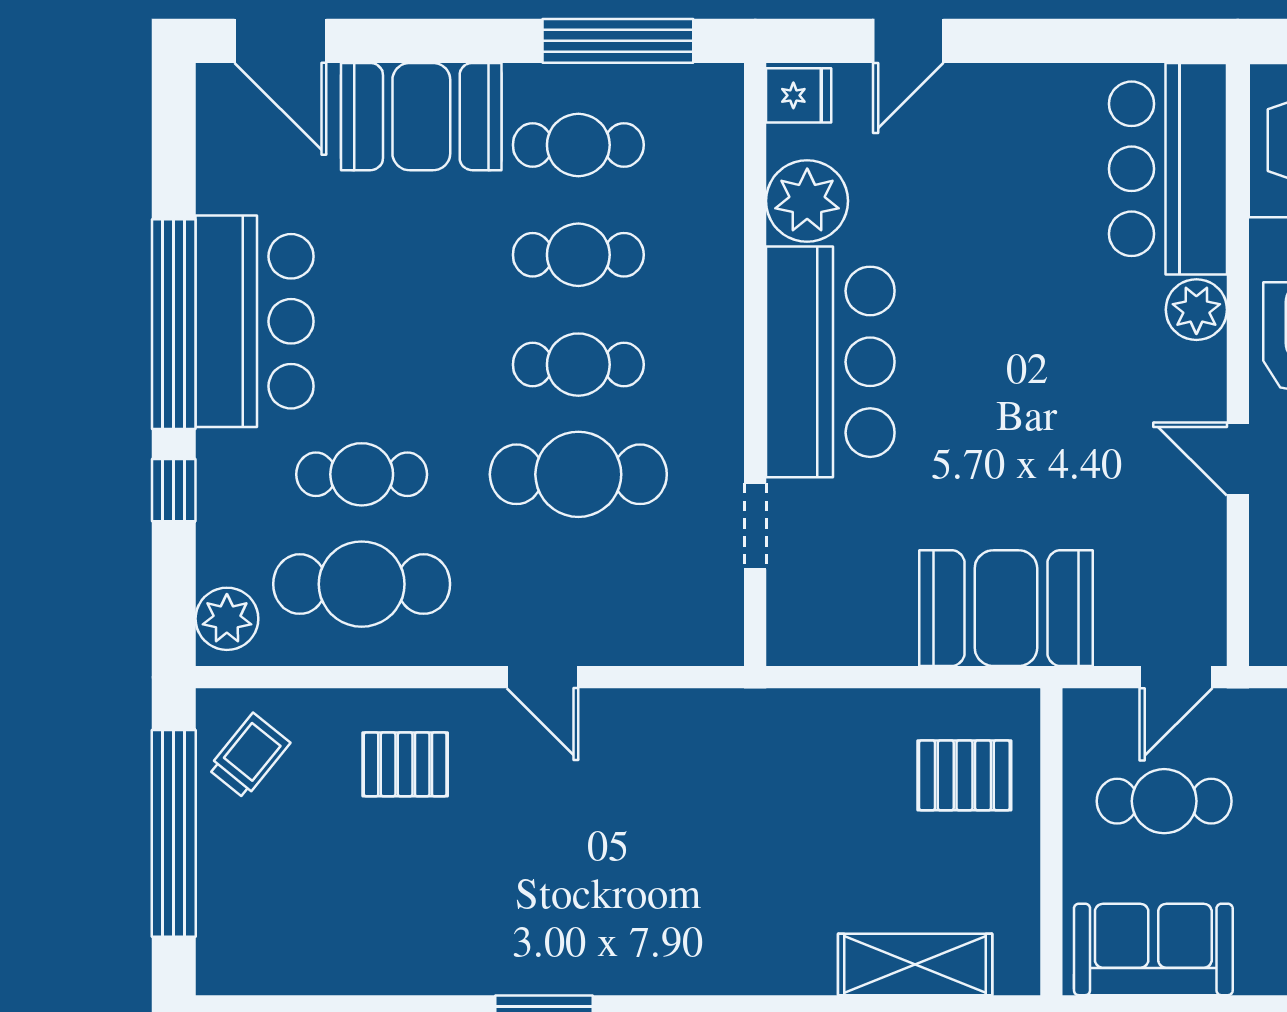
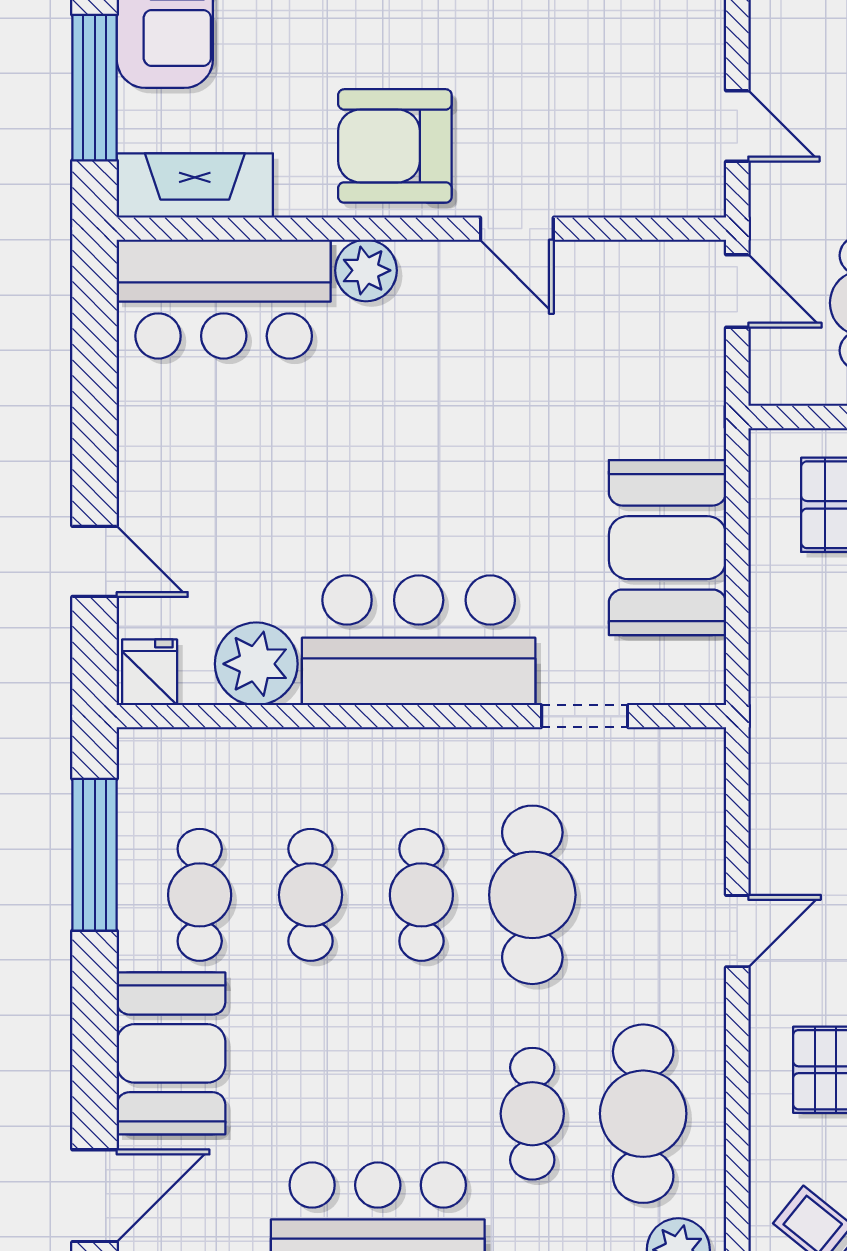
door: (1238, 459) -> (517, 229), hinge flipped
booth: (1006, 608) -> (667, 548), moved

